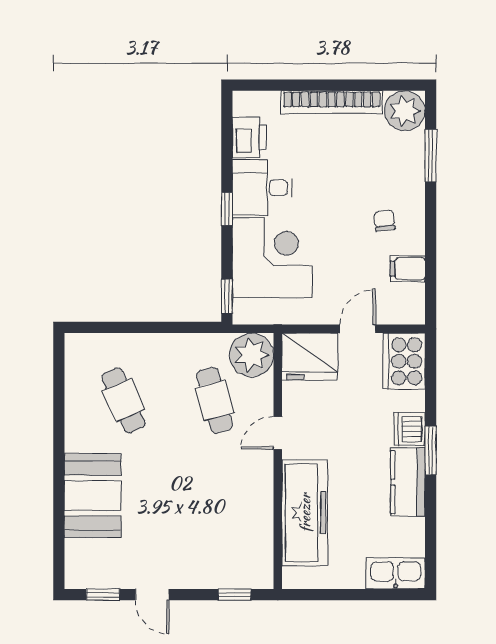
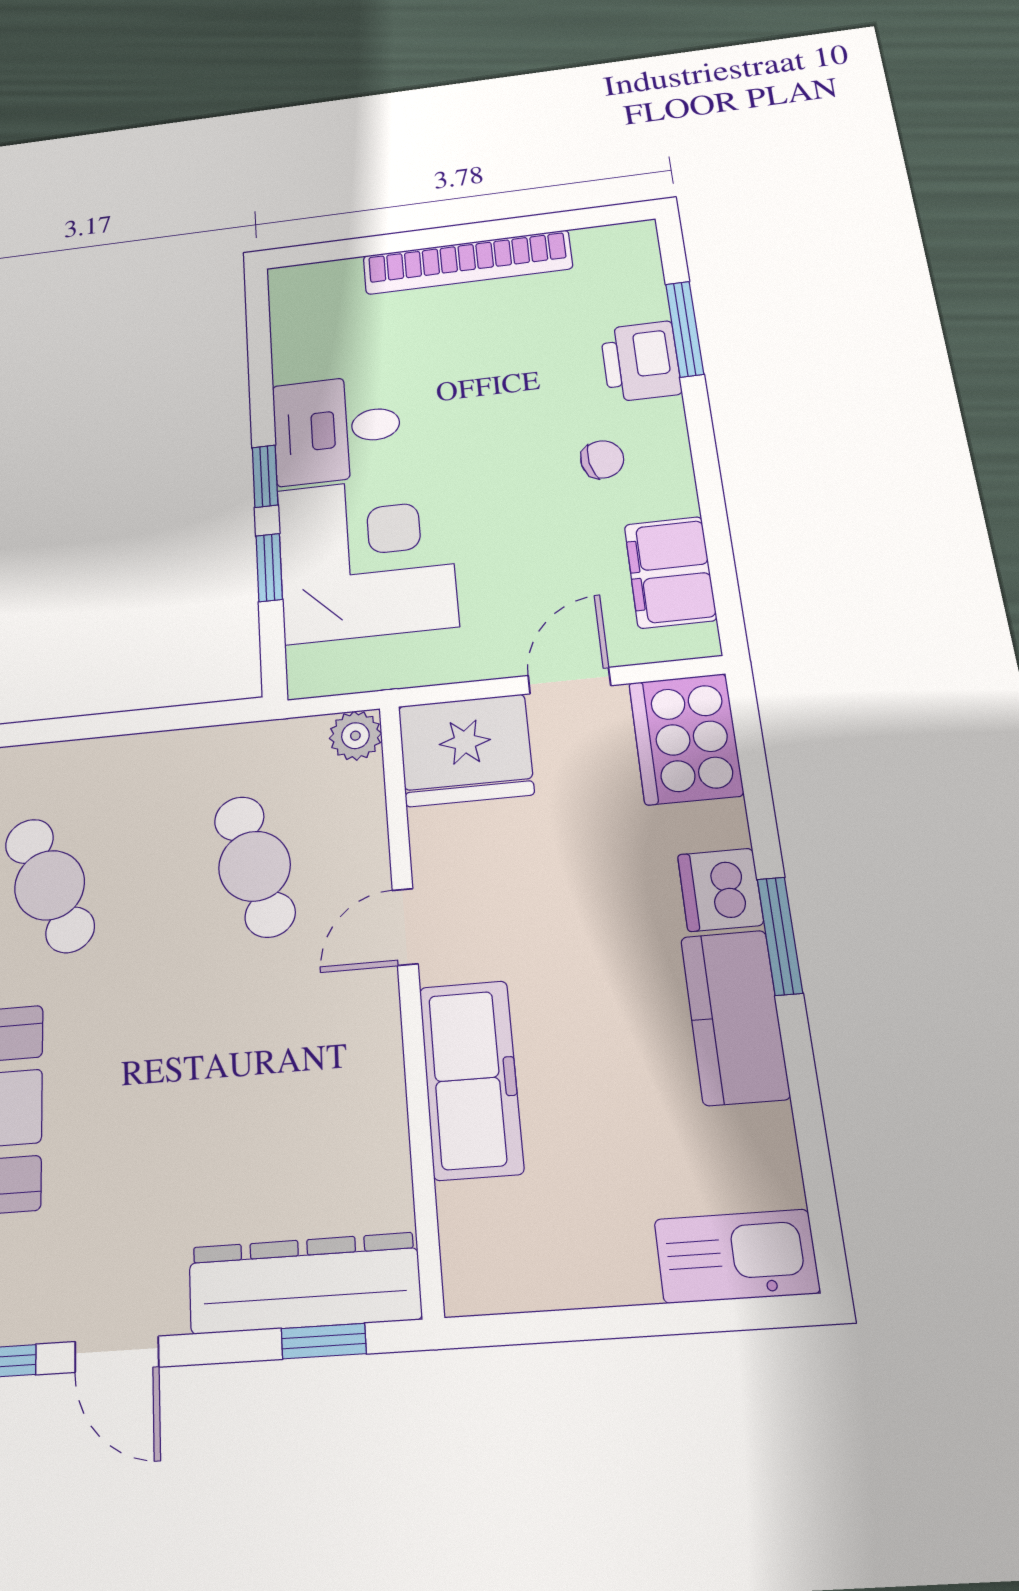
plant: (405, 111) -> (619, 258), removed
printer: (249, 137) -> (641, 361), moved, turned 180
chair: (384, 221) -> (602, 459), turned 87
filing cabinet: (408, 269) -> (670, 572), width x2.00
window: (227, 296) -> (269, 567), moved
plant: (252, 355) -> (355, 736), width x0.53, depth x0.53
freezer: (305, 513) -> (471, 1079), width x0.73, depth x0.79
dresser: (228, 573) -> (304, 1283), added

